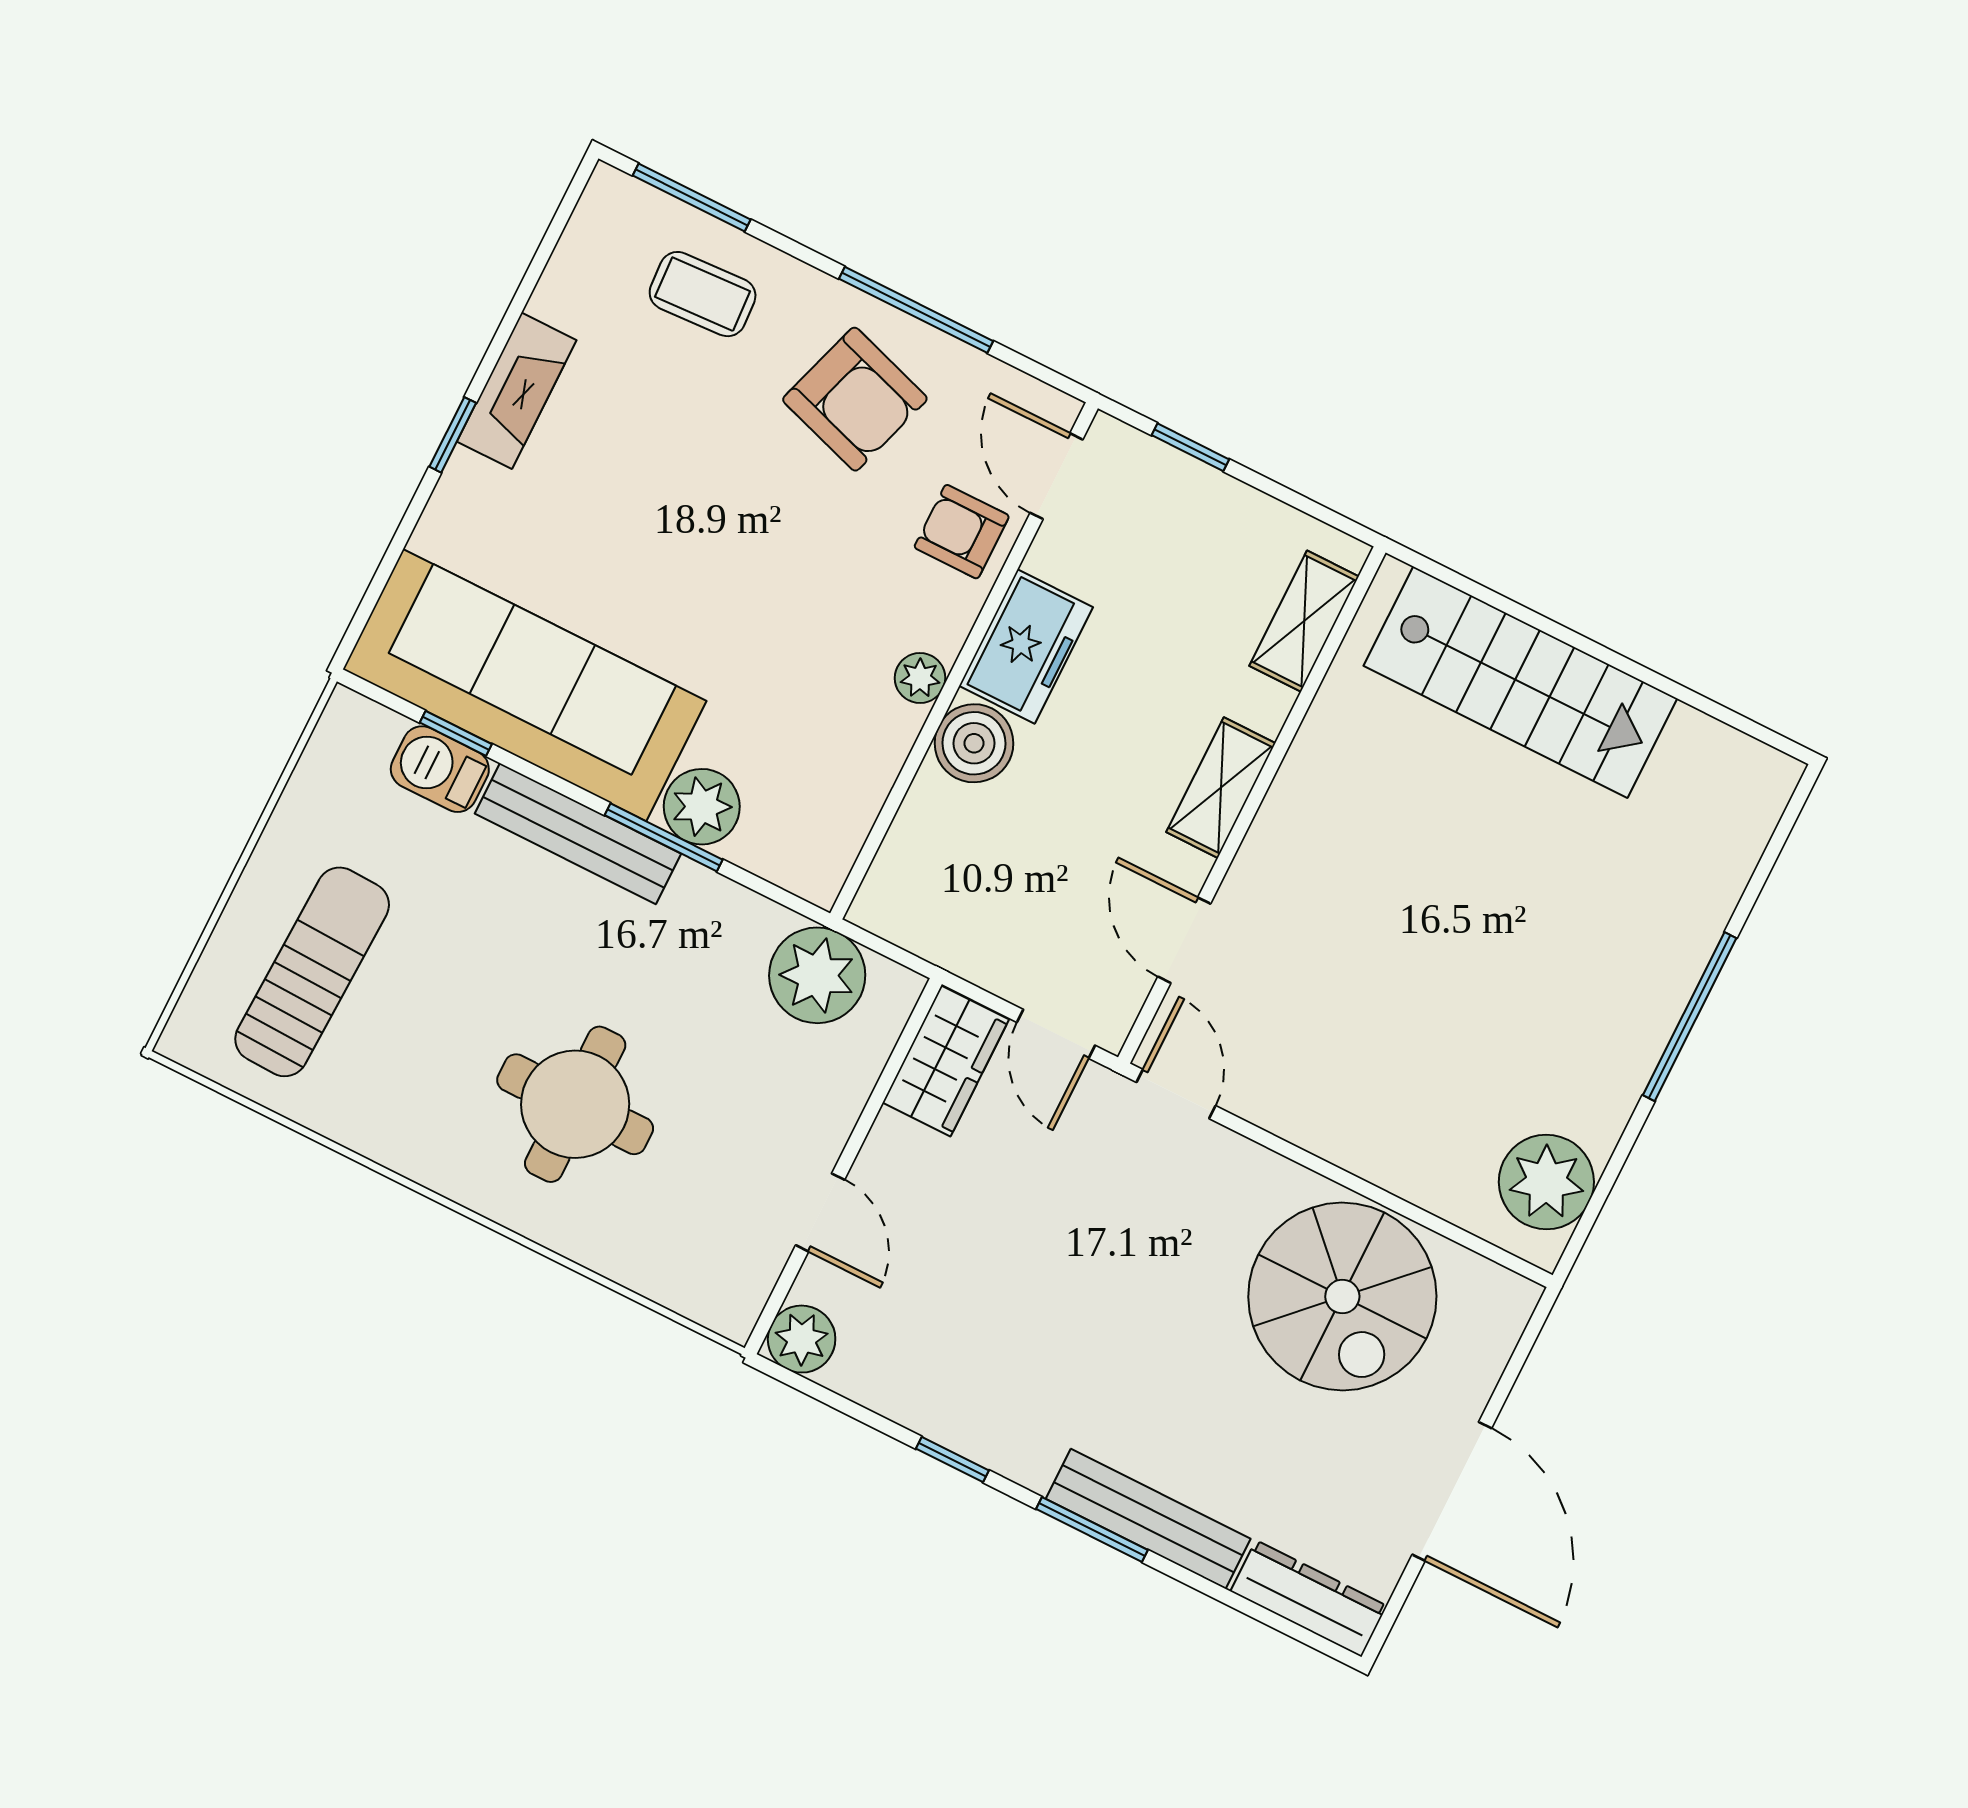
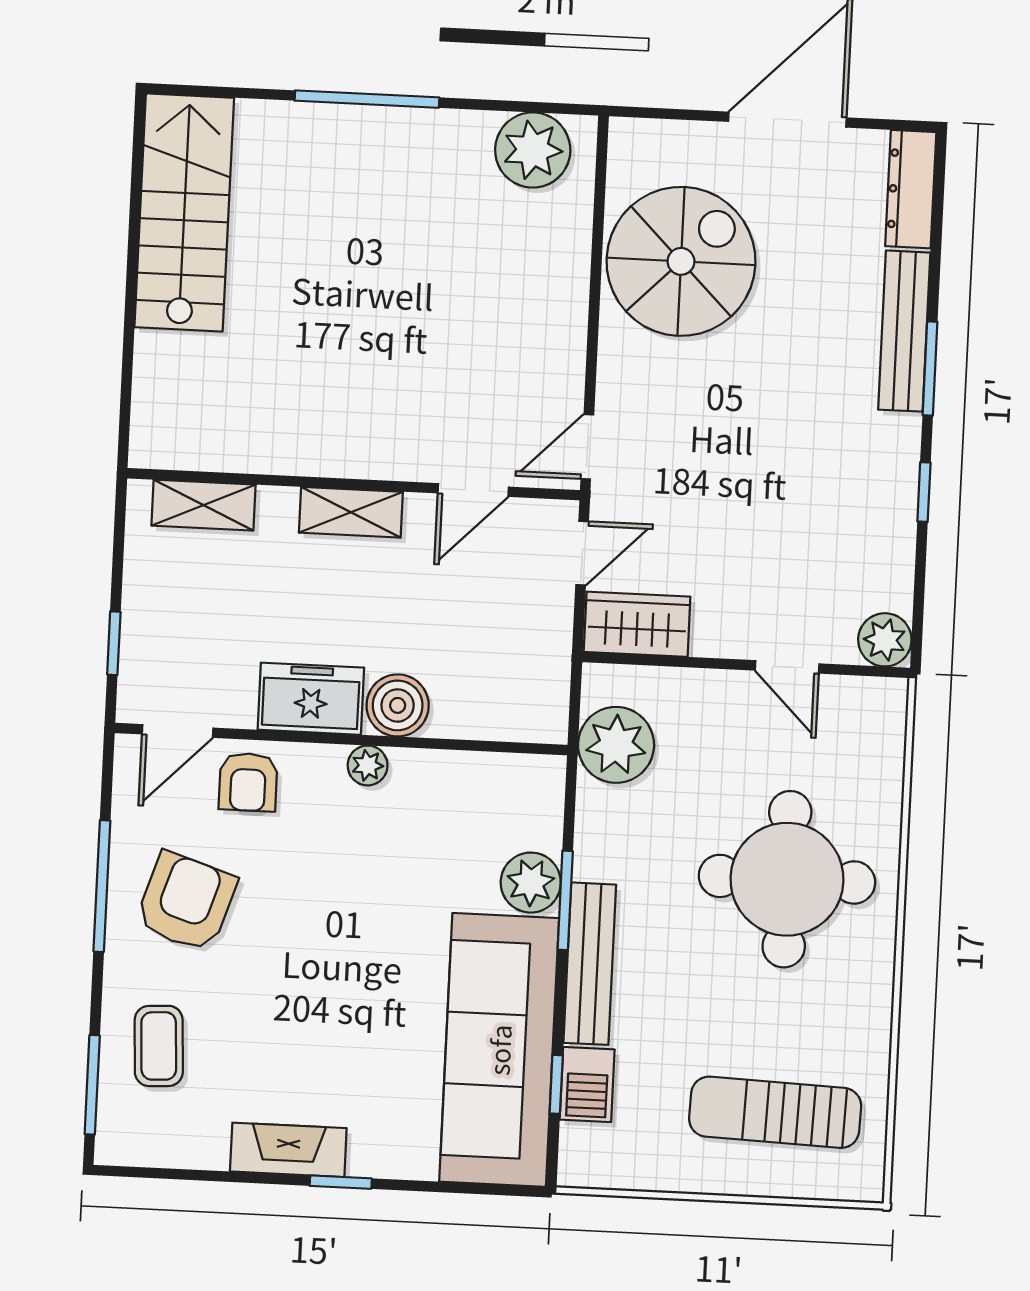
stairs: (1520, 682) -> (184, 213), moved
round table: (575, 1104) -> (787, 879), width x1.36, depth x1.36
door: (820, 1212) -> (787, 667), swing flipped

